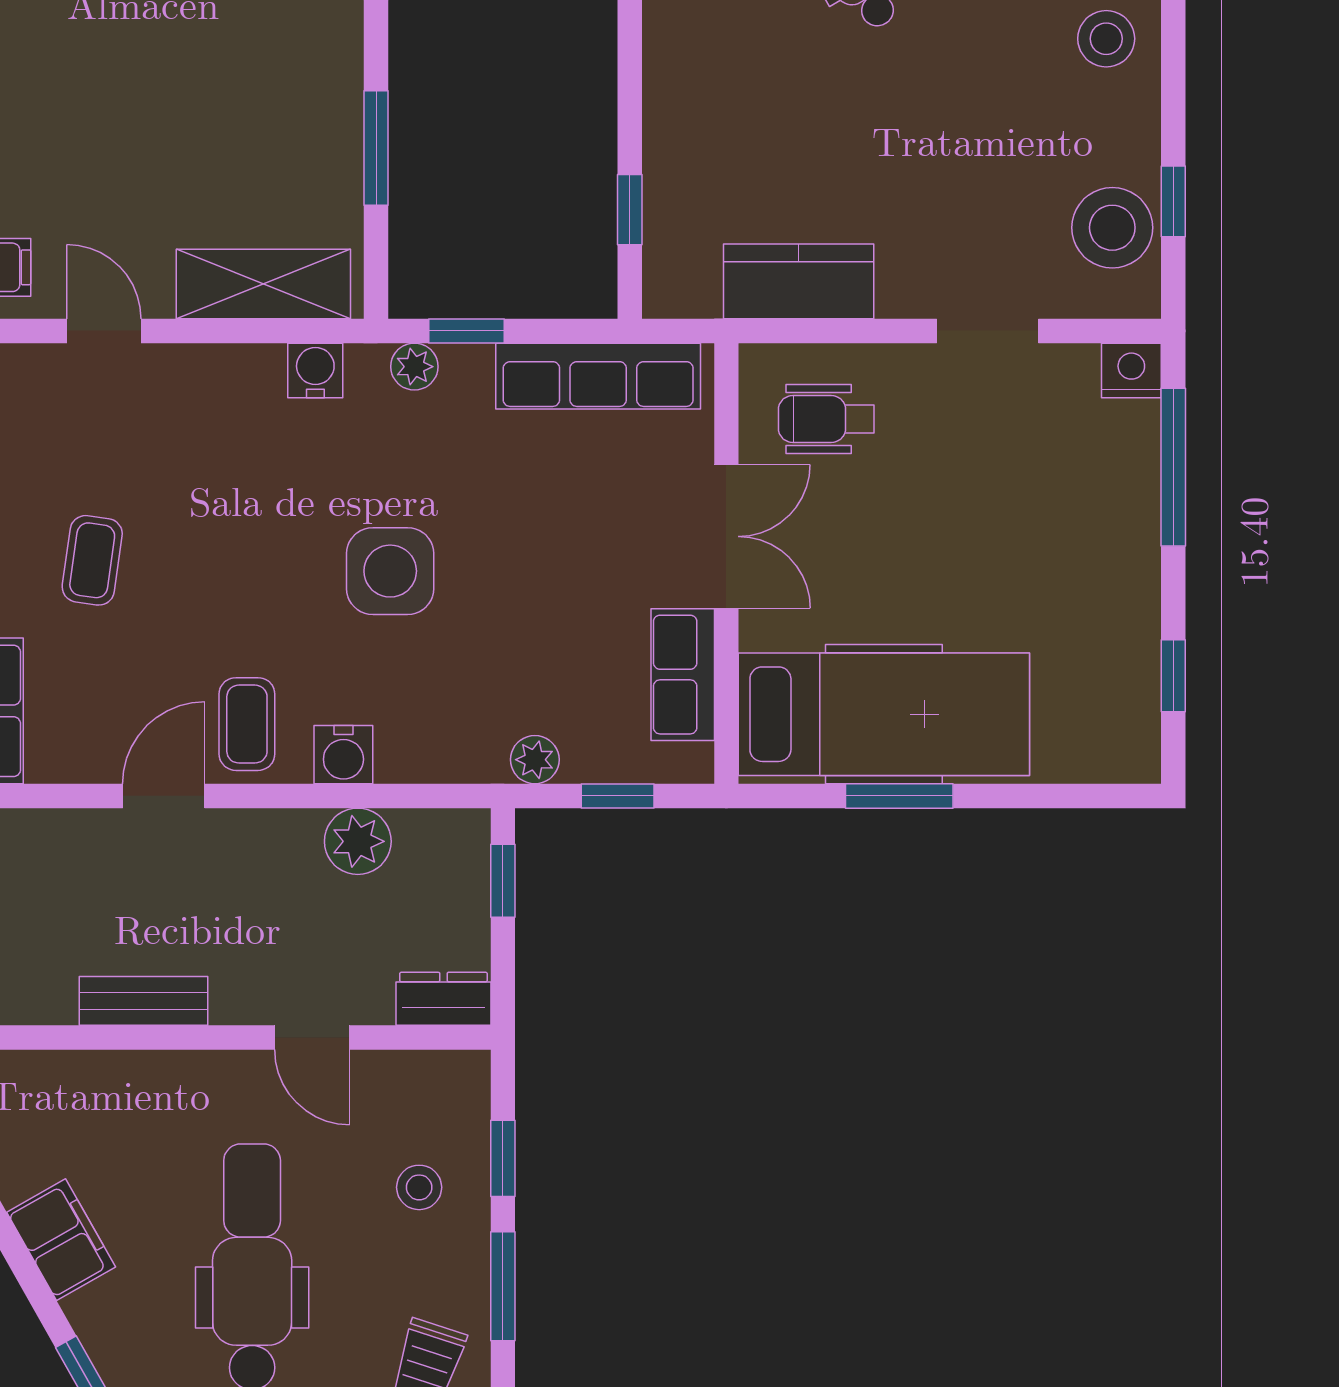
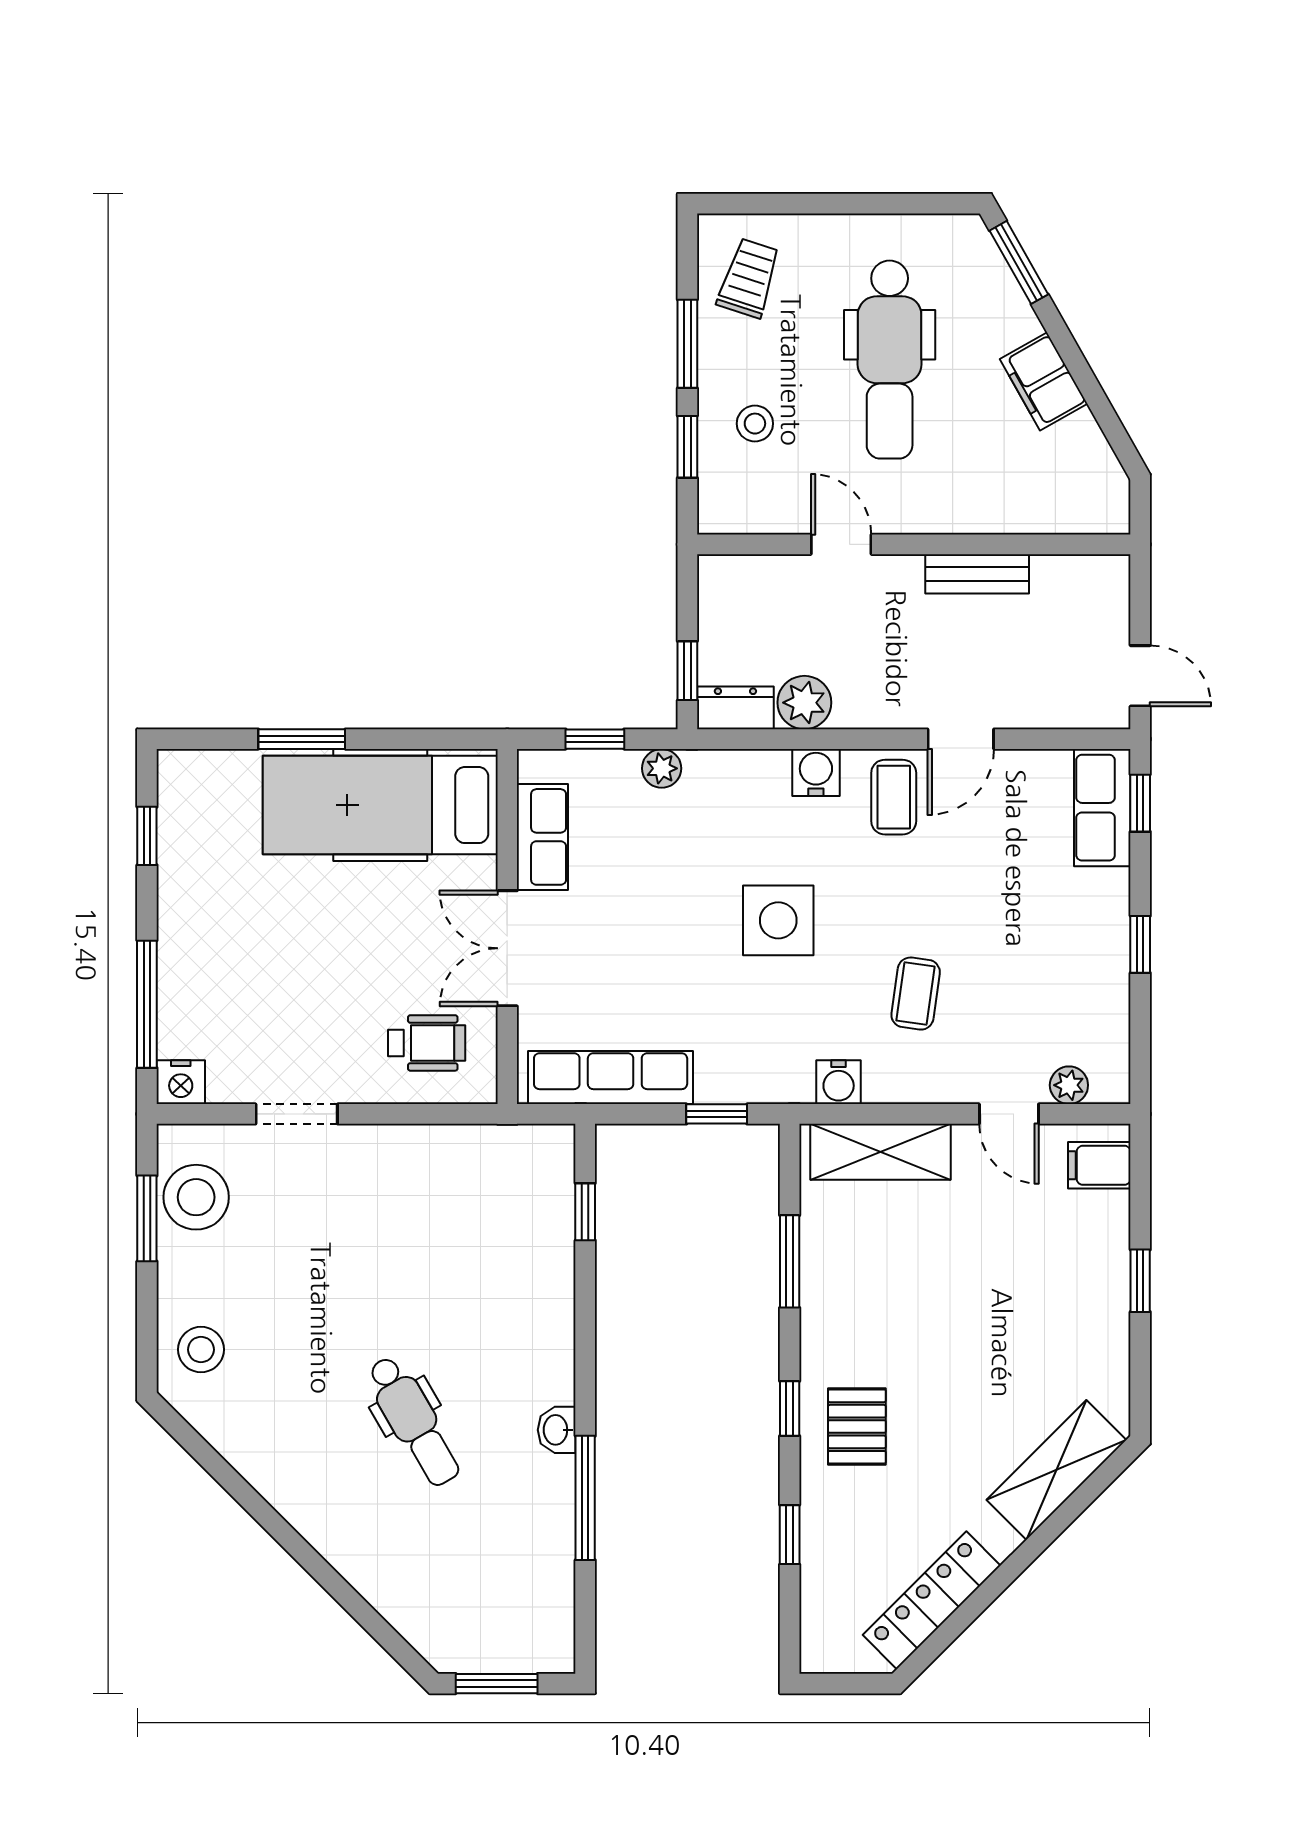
window: (1173, 201) -> (147, 1218), width x1.50
kitchen counter: (799, 281) -> (449, 1154), removed
plant: (414, 367) -> (1069, 1085), moved
coffee table: (92, 560) -> (916, 994), moved
window: (899, 796) -> (302, 739), moved
dresser: (443, 999) -> (735, 708), moved, turned 180

